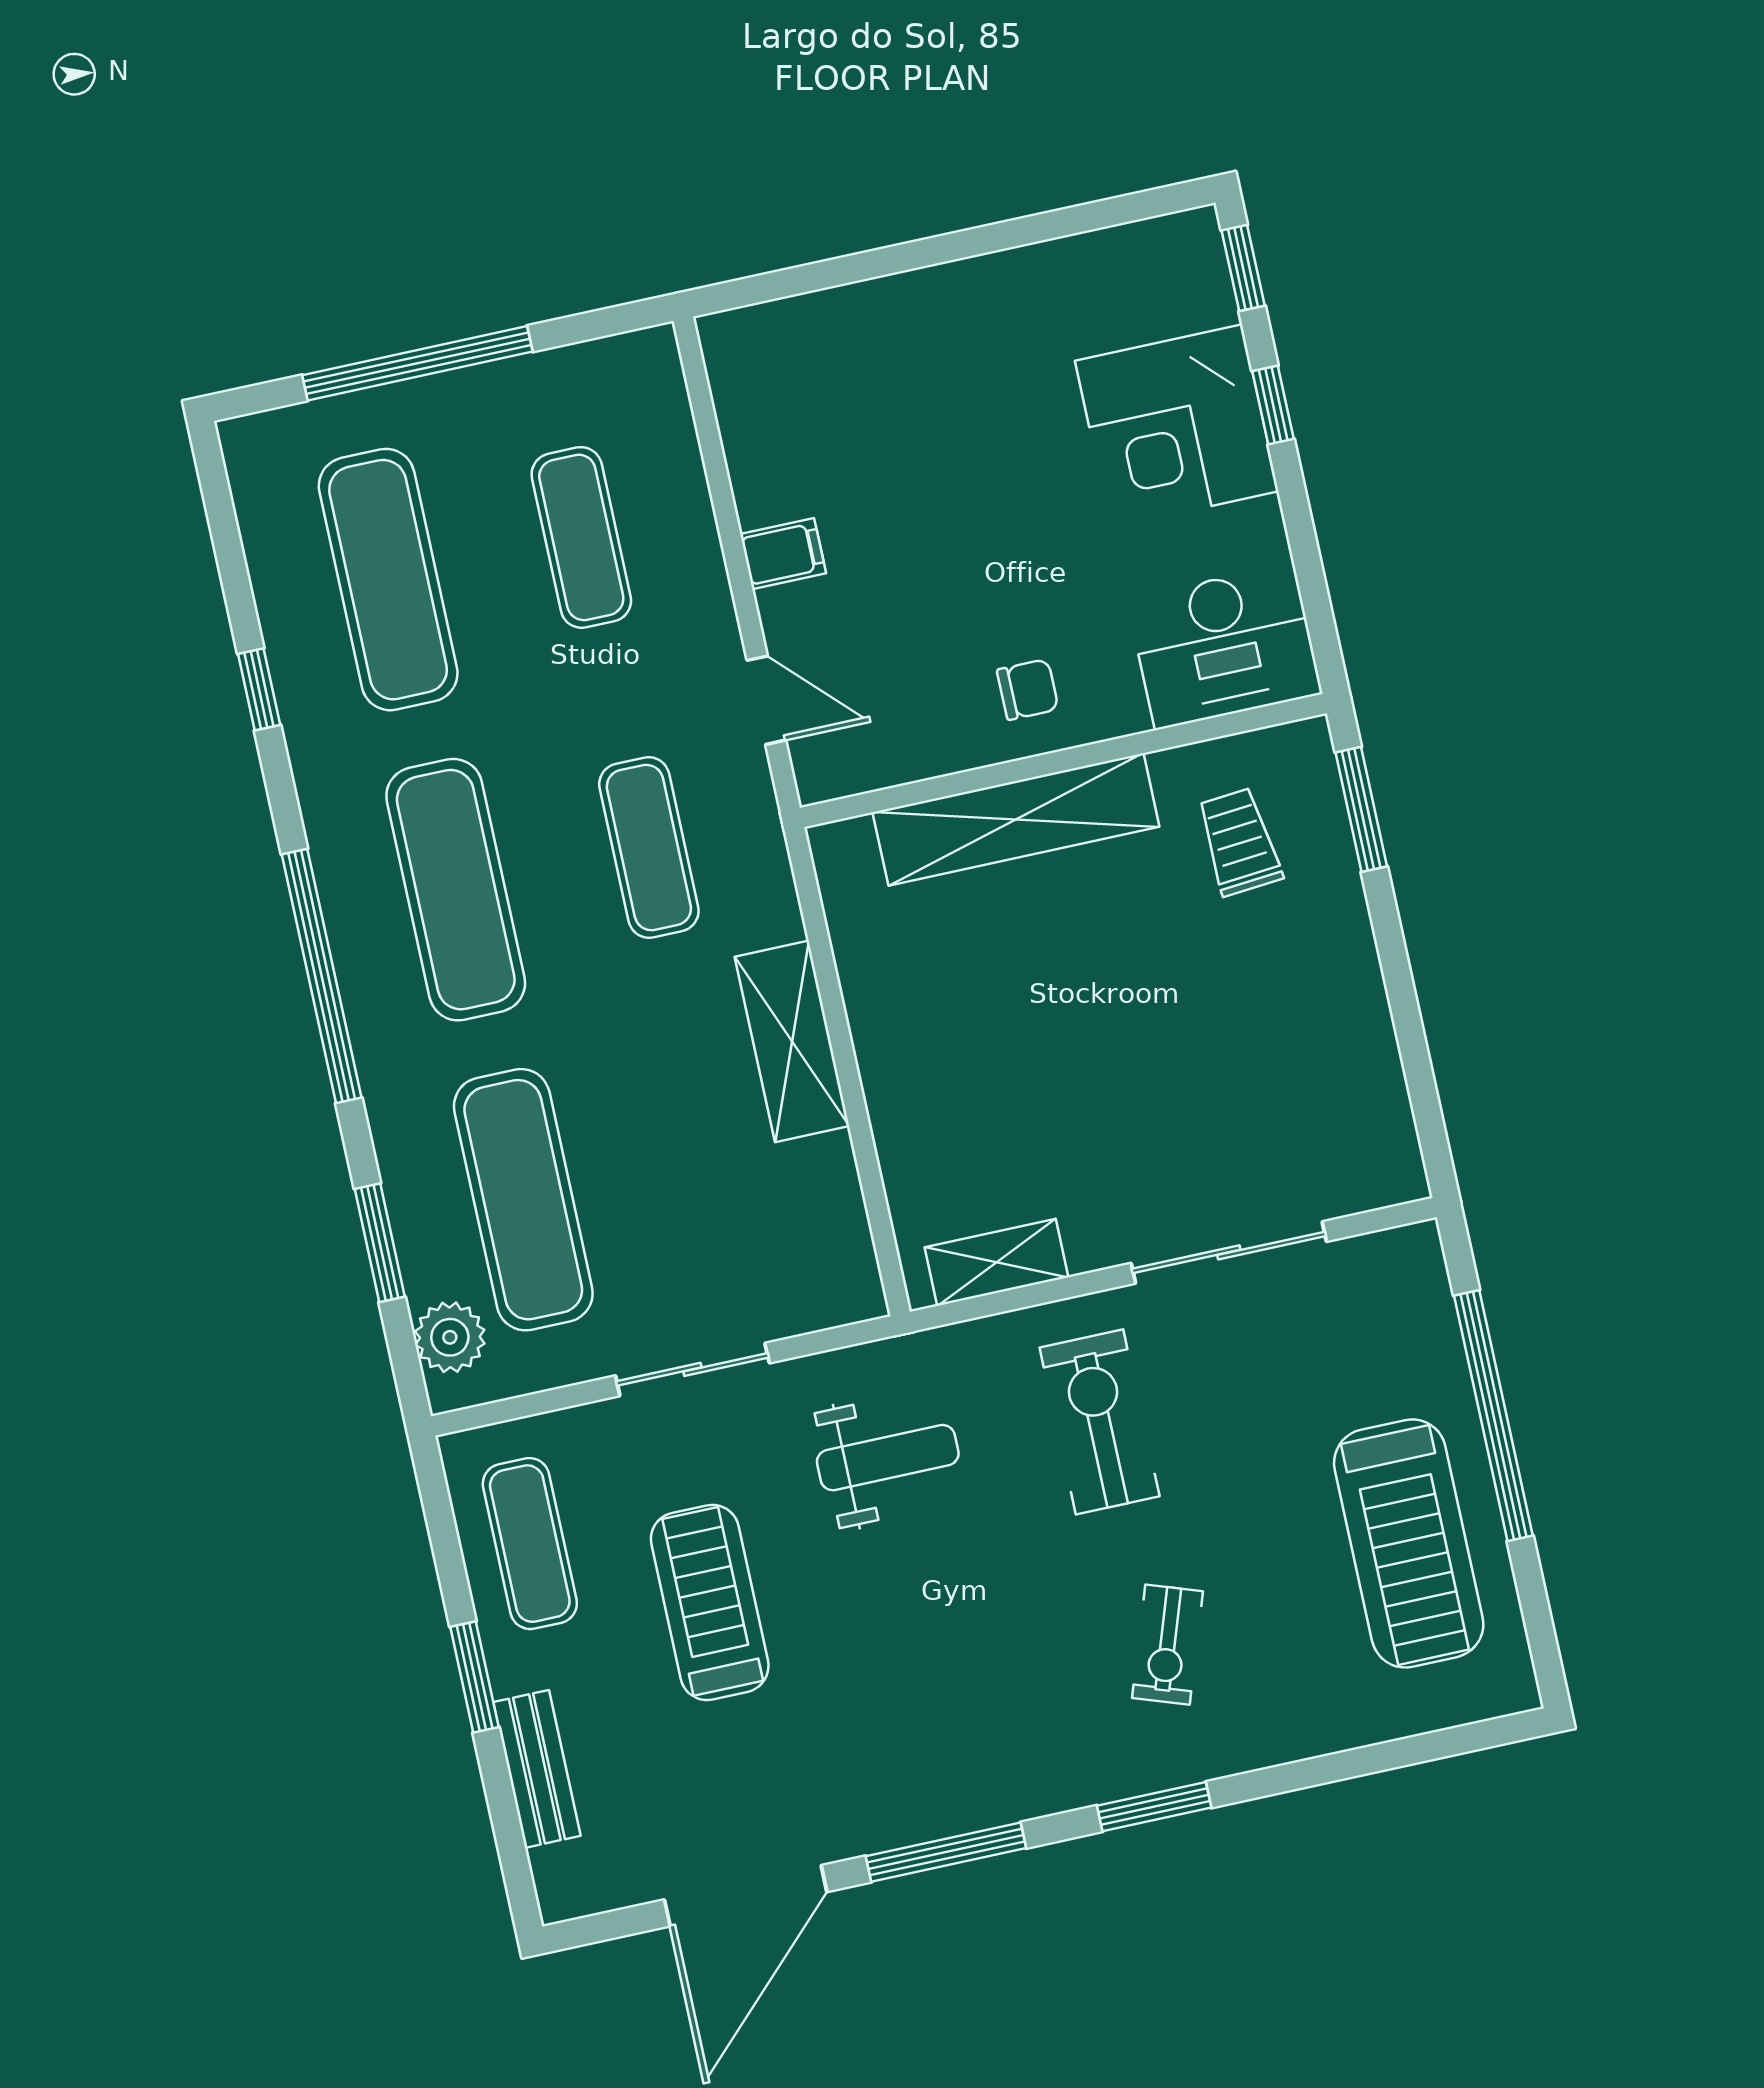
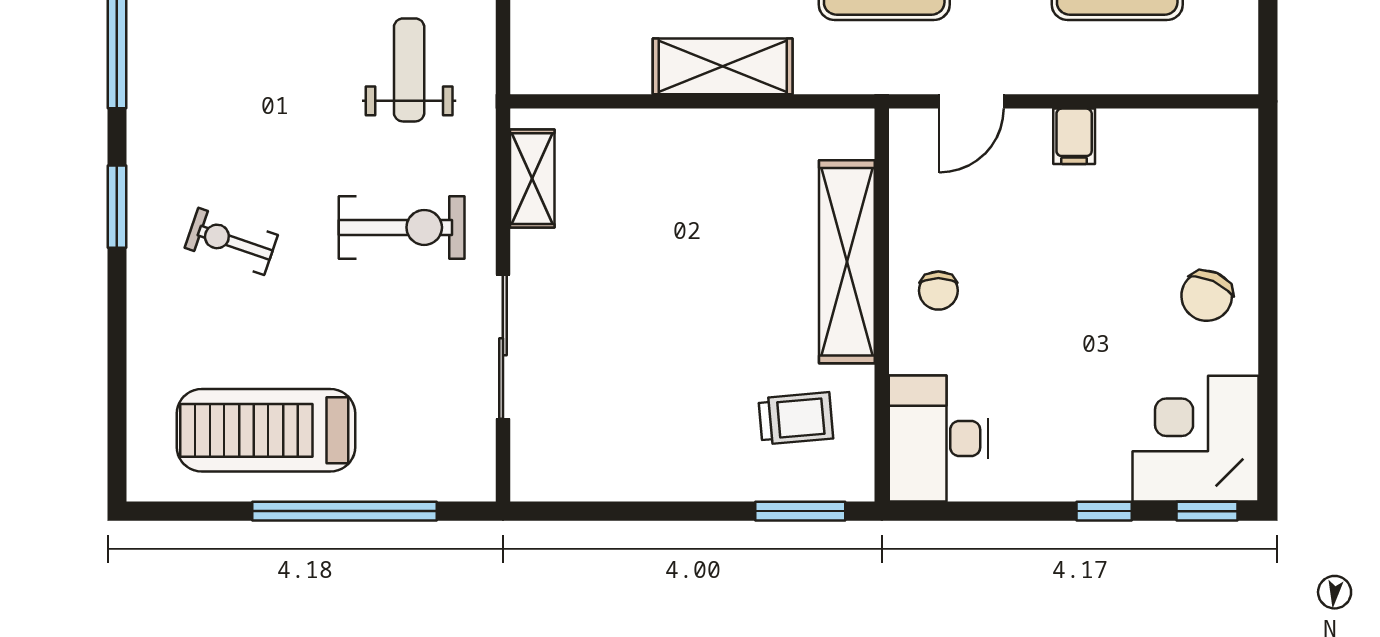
chair: (957, 331) -> (1207, 296), added
corner desk: (1177, 426) -> (1195, 439), moved
weight bench: (888, 1458) -> (409, 70), turned 180

